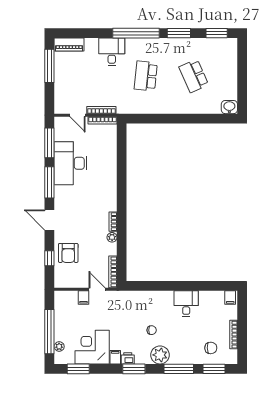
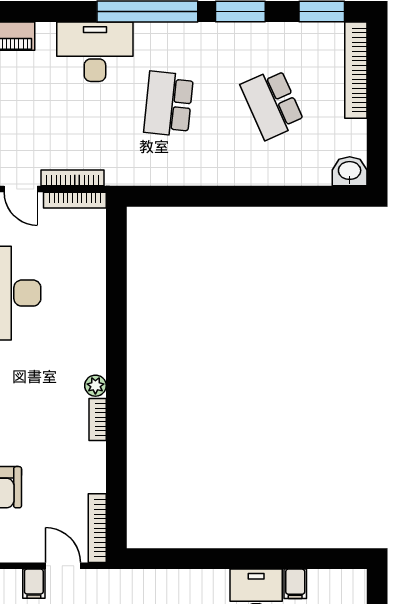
desk: (112, 52) -> (95, 52), width x1.37
bookcase: (232, 60) -> (356, 70), added
plant: (112, 237) -> (95, 386), moved
filing cabinet: (230, 298) -> (295, 584), moved

